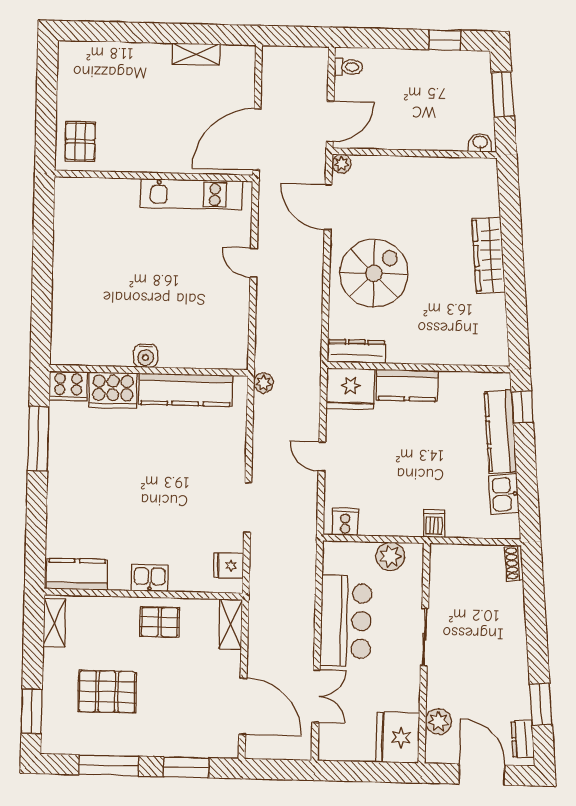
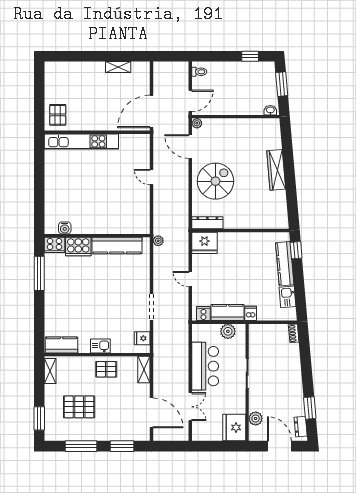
kitchen unit: (192, 194) -> (81, 141), moved, width x1.36
water cooler: (146, 356) -> (65, 228), moved
kitchen counter: (407, 385) -> (228, 313), moved, turned 180

